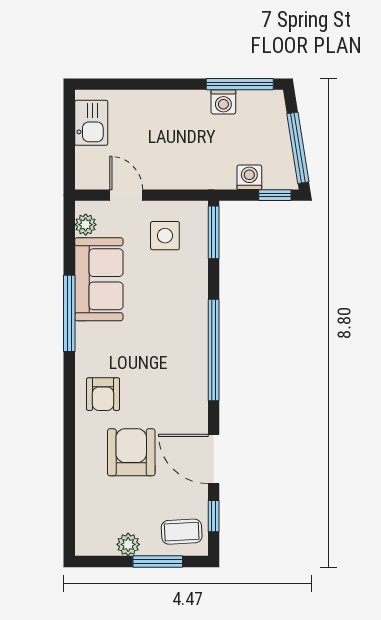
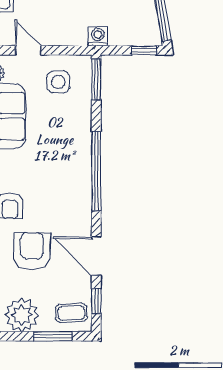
washing machine: (249, 177) -> (98, 36), moved
plant: (128, 544) -> (22, 315), width x1.88, depth x1.88

